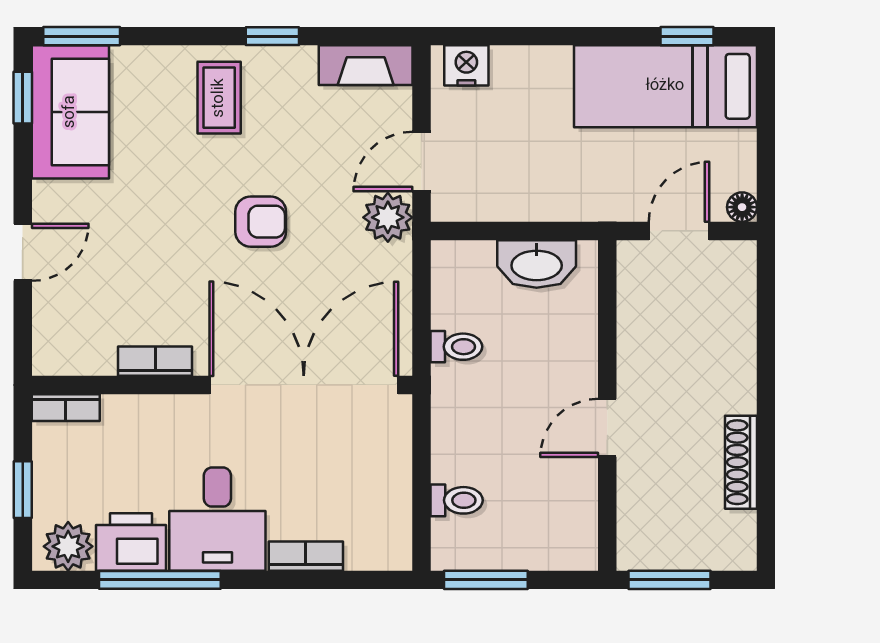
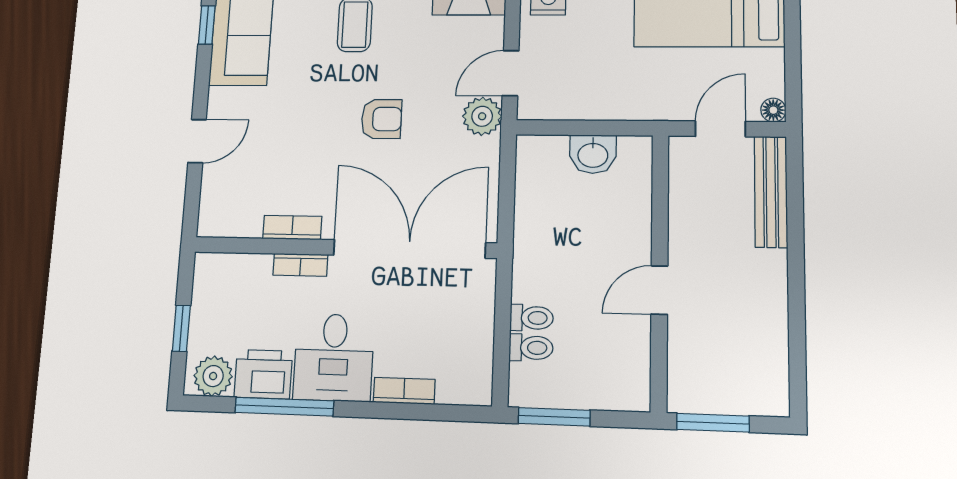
washbasin: (537, 264) -> (593, 154), width x0.72
bench: (738, 307) -> (771, 192), added
toilet: (456, 347) -> (532, 318), moved
bookcase: (66, 408) -> (300, 265), moved
shoe rack: (741, 462) -> (775, 322), removed

